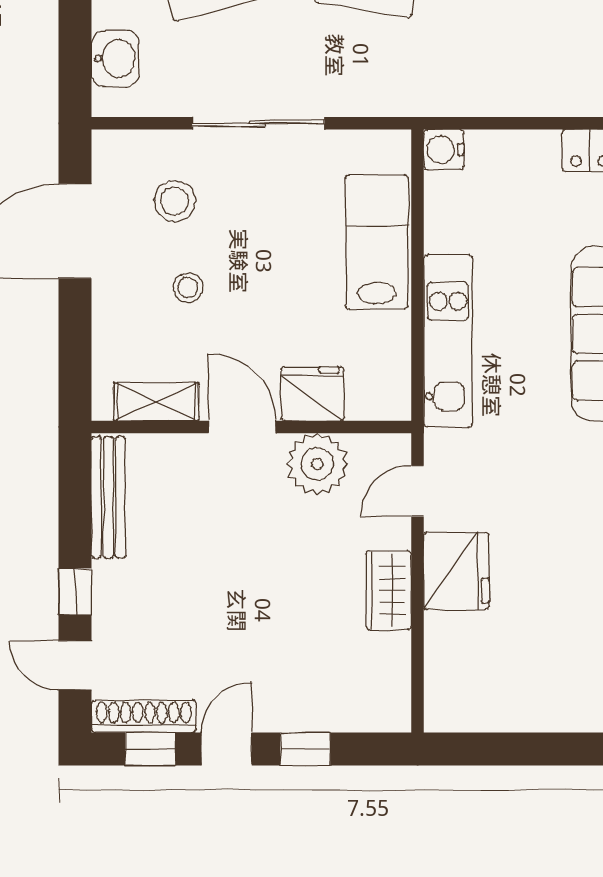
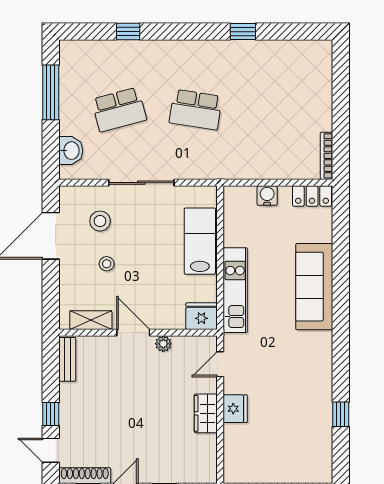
water cooler: (444, 150) -> (267, 195), moved, turned 90
fridge: (313, 394) -> (201, 316), moved
plant: (317, 464) -> (163, 344), width x0.53, depth x0.53
bench: (108, 497) -> (67, 359), width x0.73
fridge: (456, 571) -> (235, 409), width x0.73, depth x0.75

